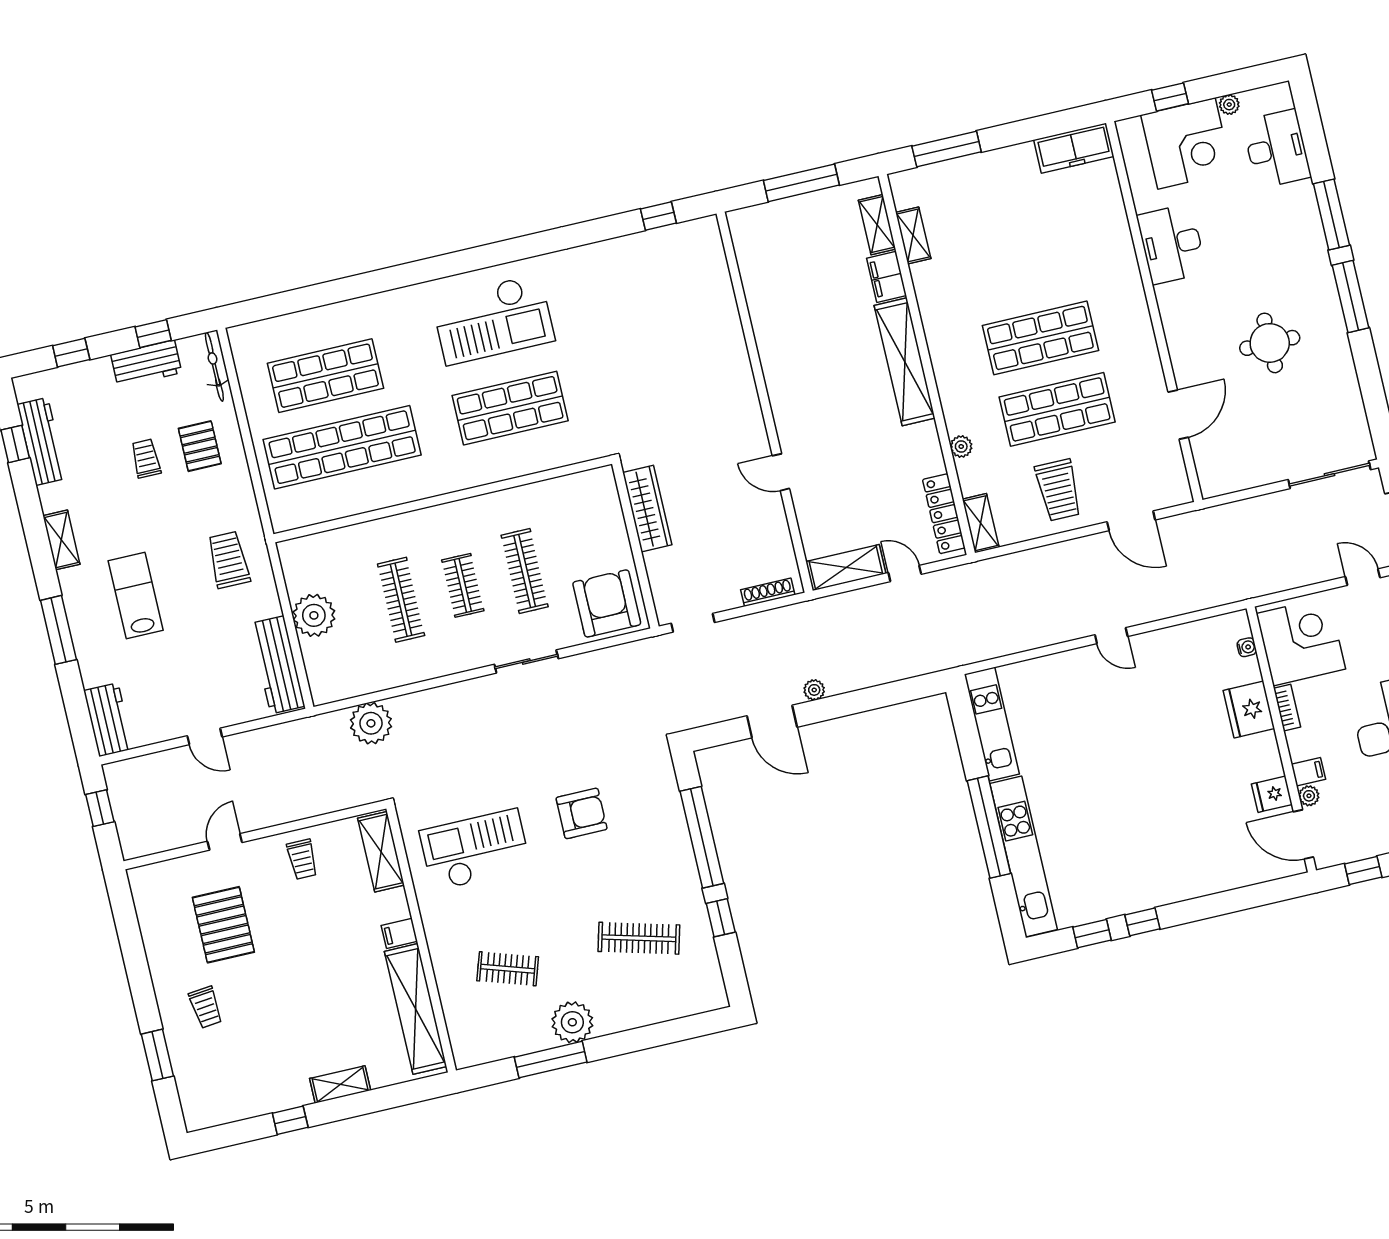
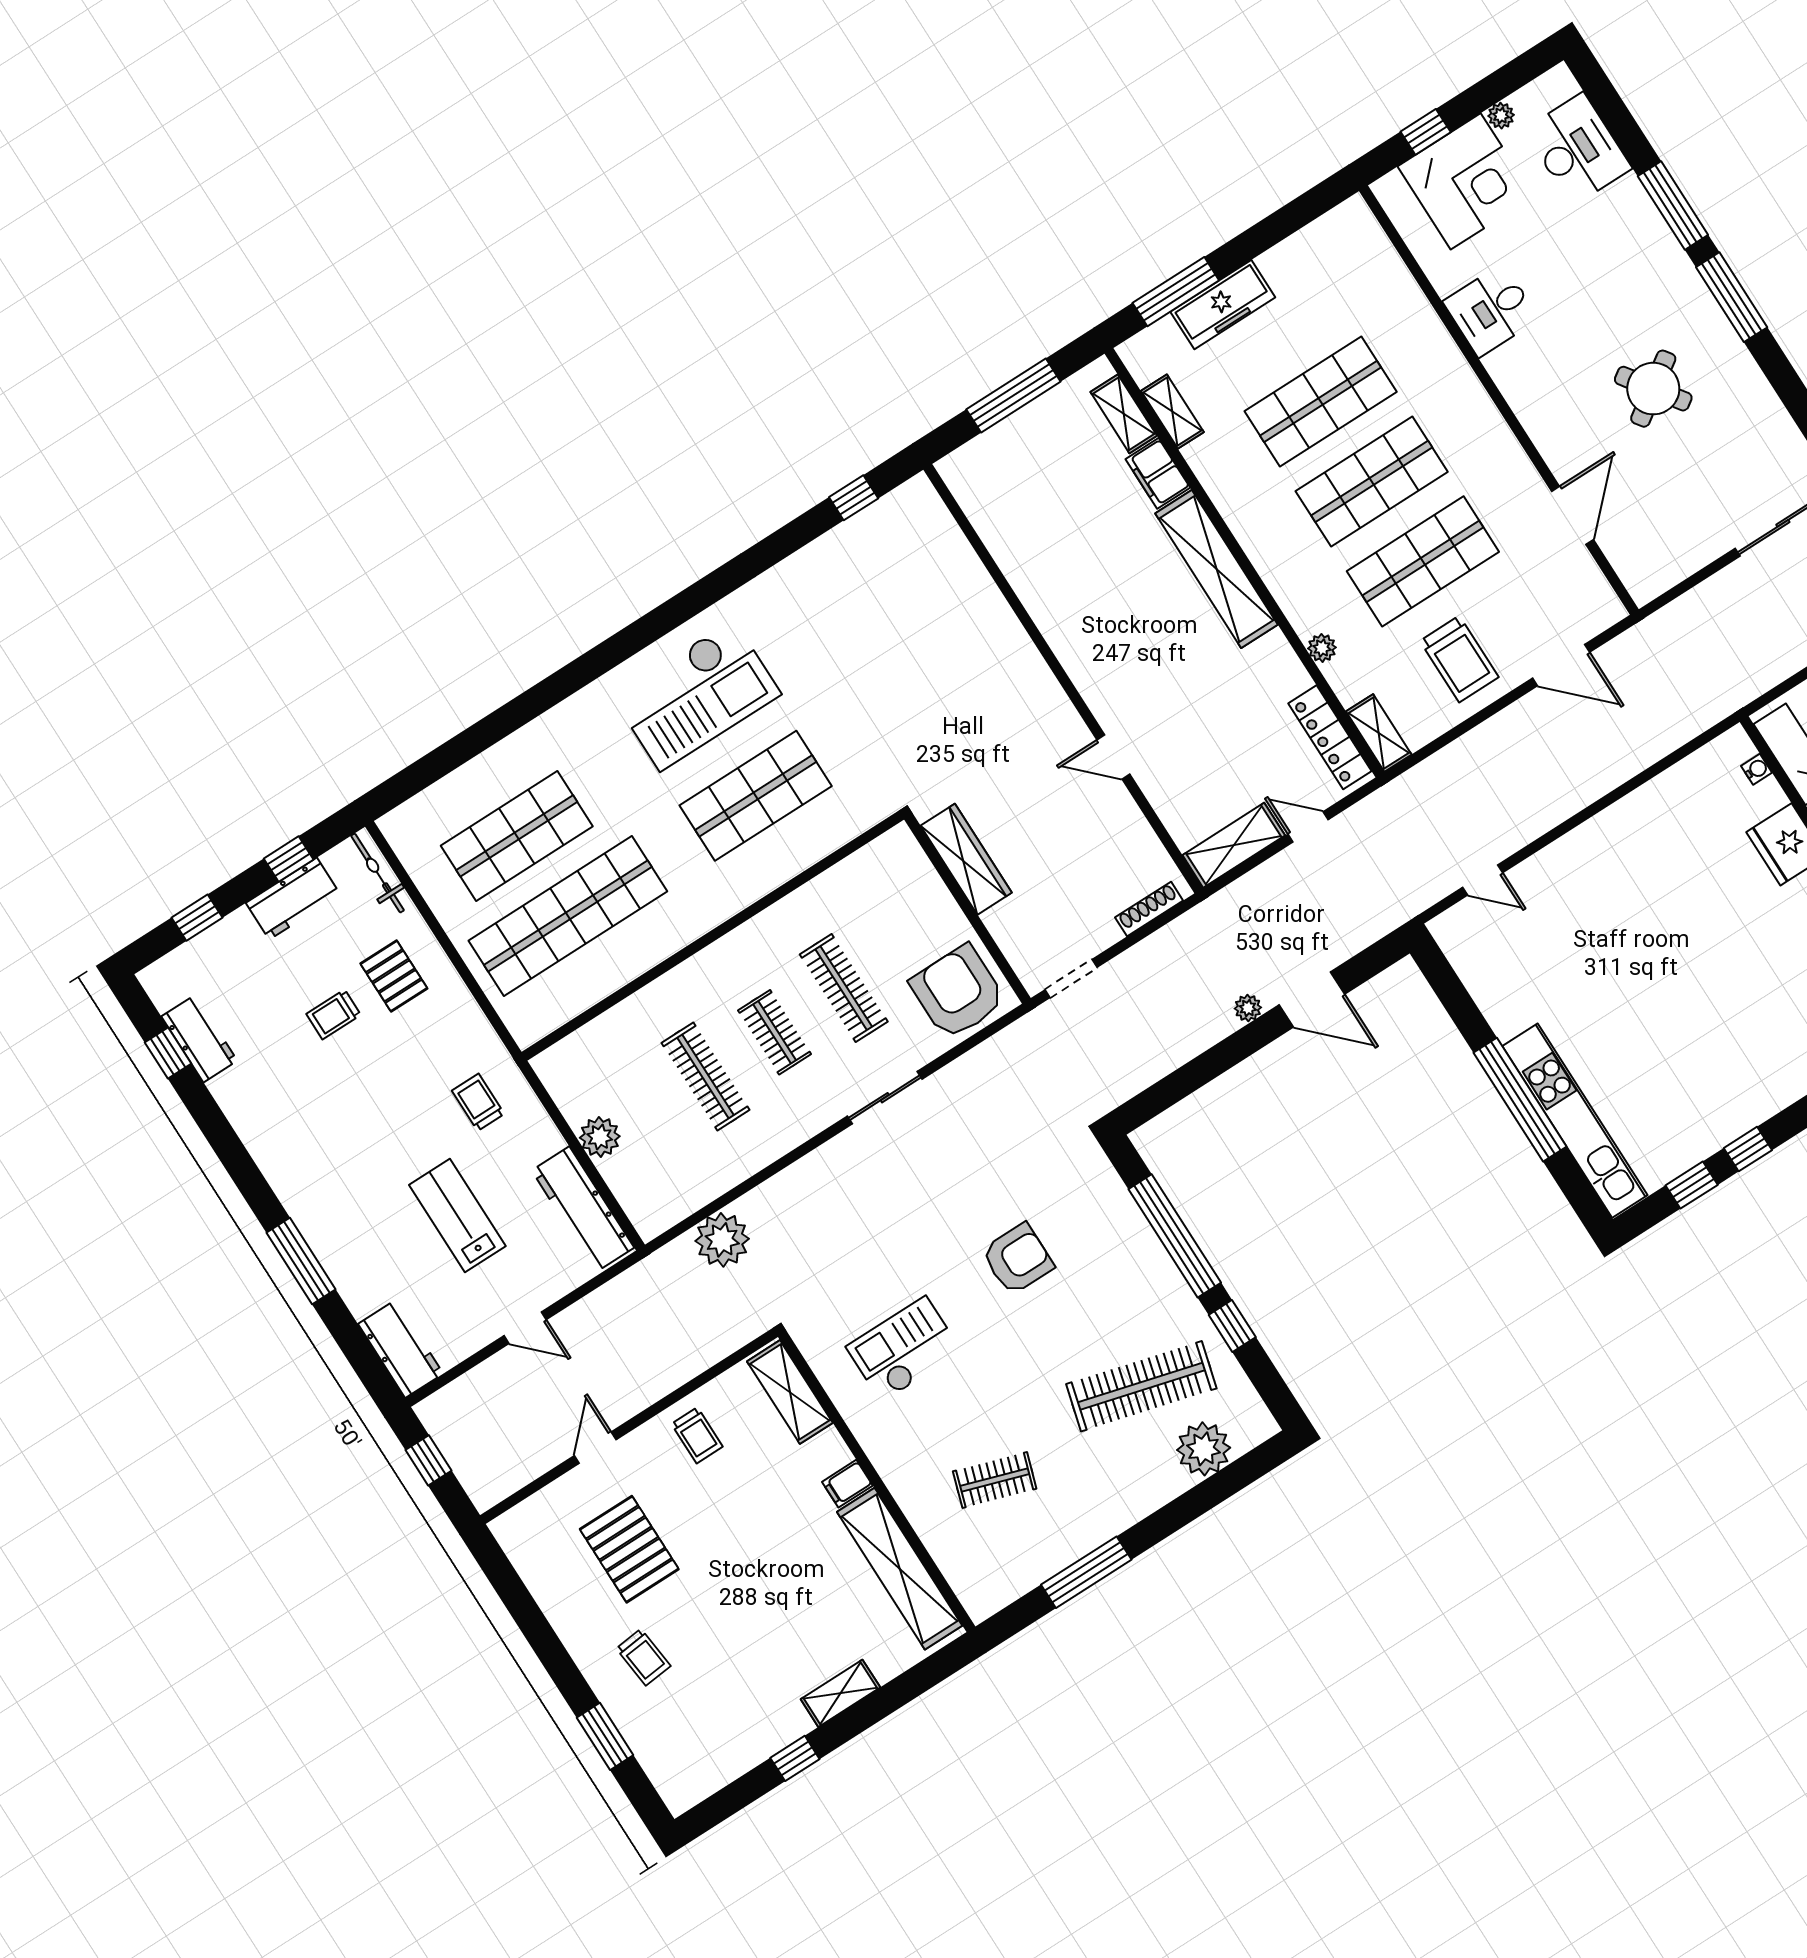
freezer: (1074, 148) -> (1223, 305), moved
desk: (1172, 244) -> (1491, 310), width x0.73
shop shelf: (1024, 266) -> (1321, 401), added
round table: (1270, 343) -> (1653, 389), turned -35
workbench: (42, 441) -> (199, 1039), width x0.73
trolley: (146, 459) -> (334, 1014), turned -90
shelving: (61, 540) -> (266, 1150), removed
trolley: (229, 560) -> (478, 1102), width x0.73, depth x0.72
lab bench: (136, 596) -> (457, 1216), moved
plant: (314, 615) -> (600, 1137), width x0.73, depth x0.73
door: (1111, 636) -> (1483, 880), moved
door: (772, 721) -> (1312, 1000), moved
kitchen unit: (992, 724) -> (1479, 973), removed
checkout: (475, 850) -> (904, 1349), width x0.73, depth x0.83
clothes rail: (639, 938) -> (1141, 1386), width x1.37, depth x1.31
plant: (572, 1022) -> (1204, 1449), moved

